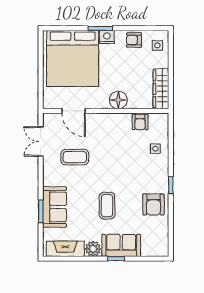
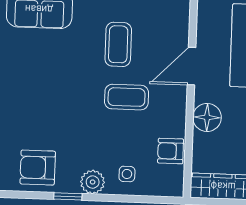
door: (74, 111) -> (191, 66), moved
plant: (161, 170) -> (93, 182), added
coffee table: (107, 206) -> (127, 97), moved

